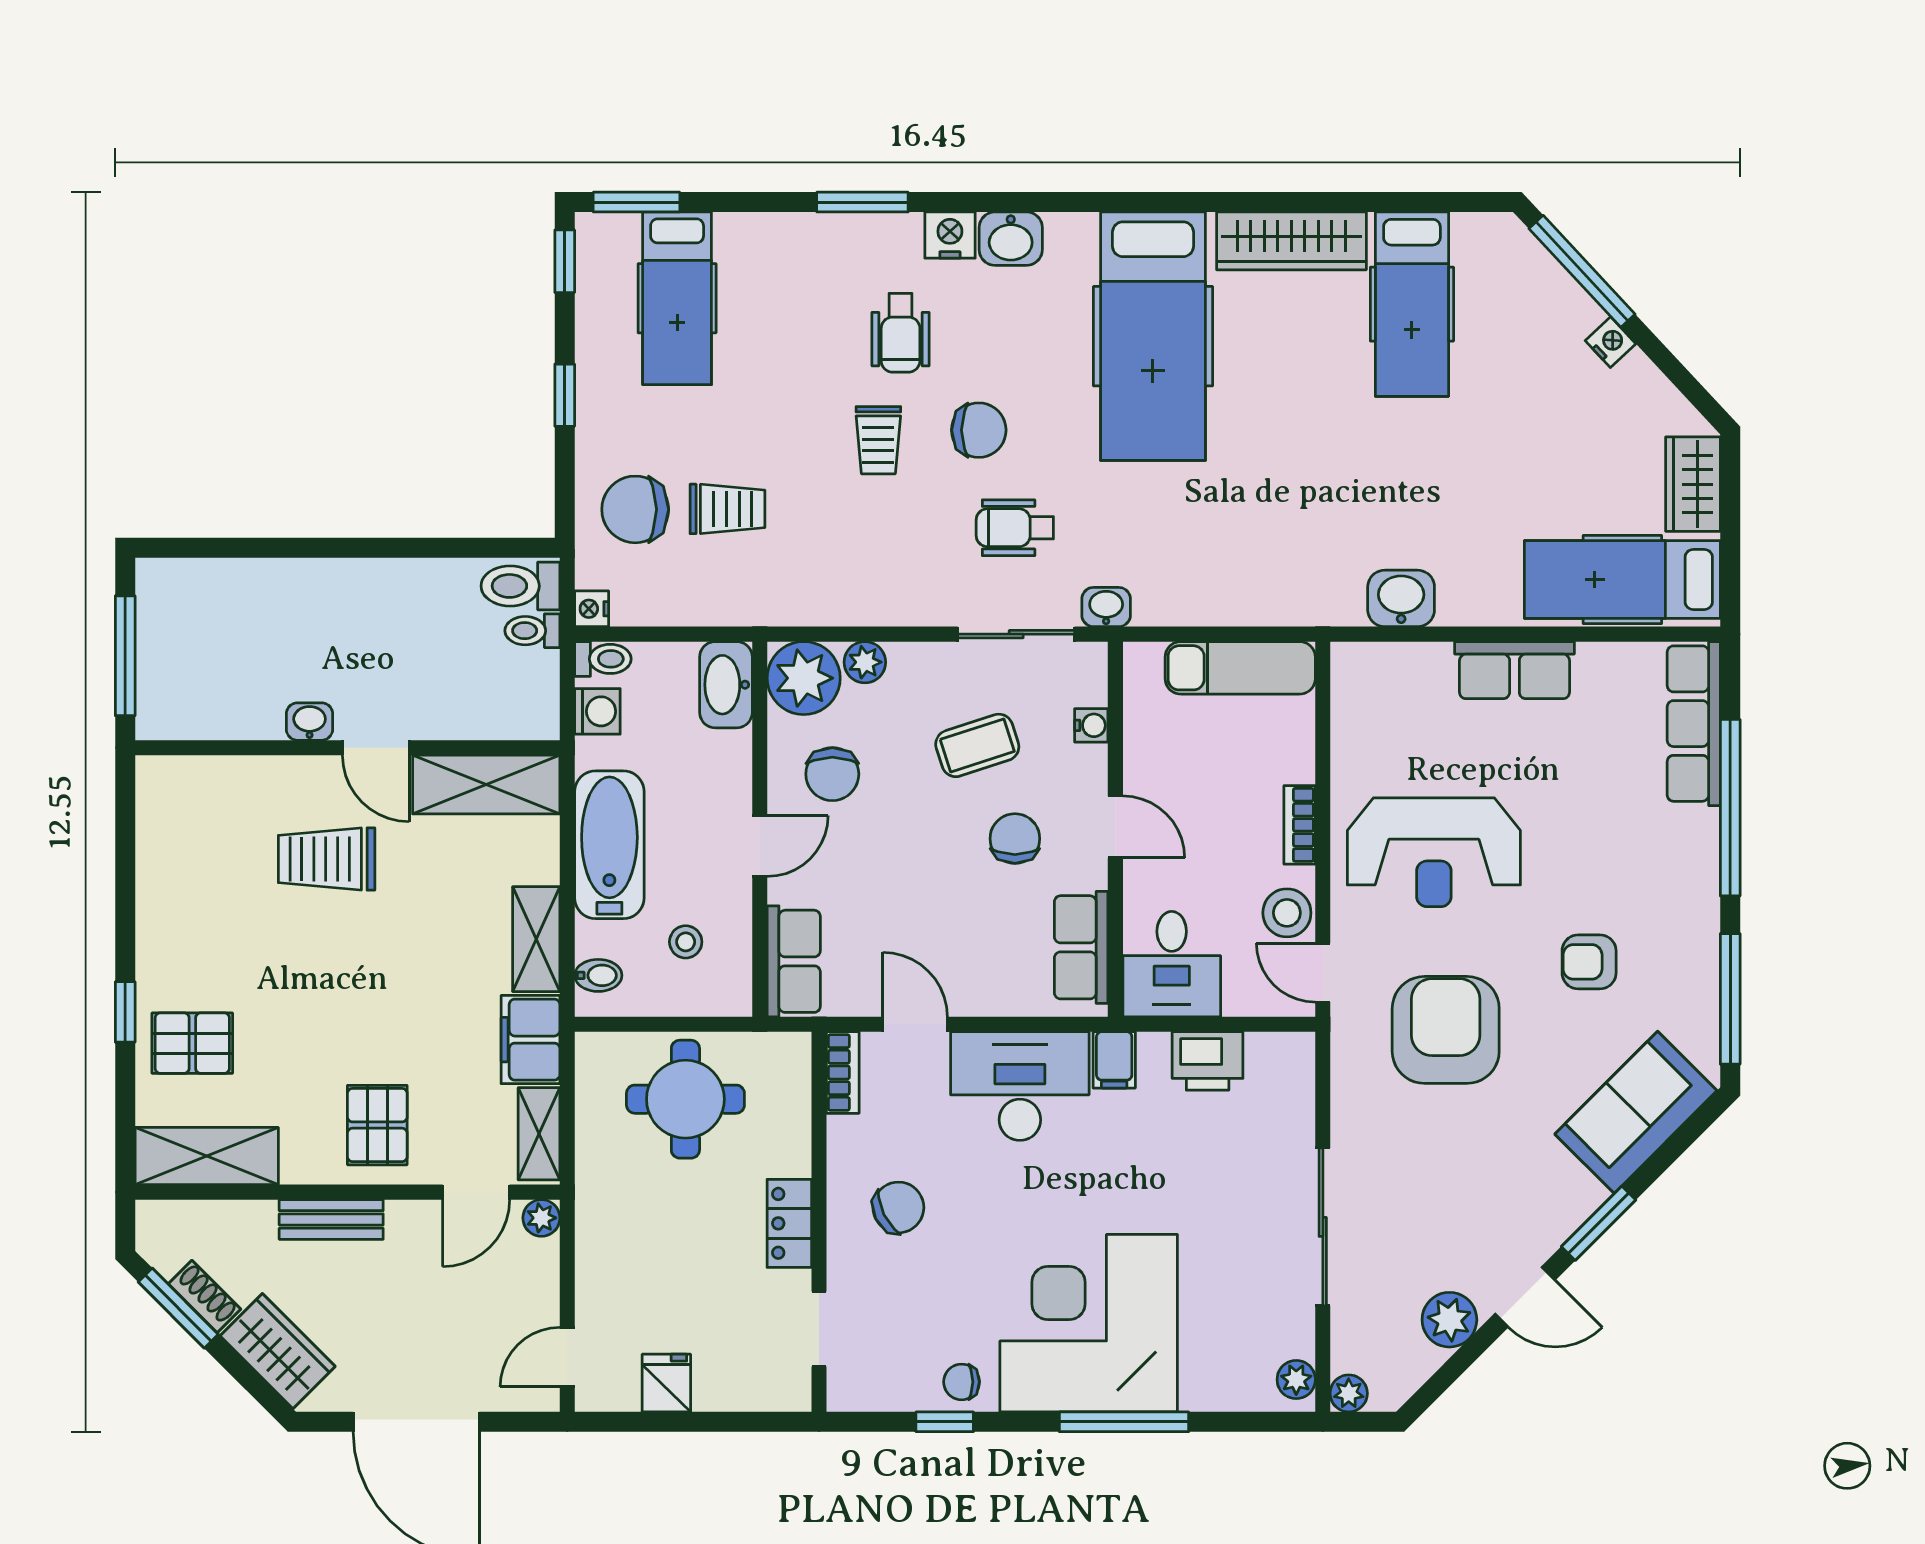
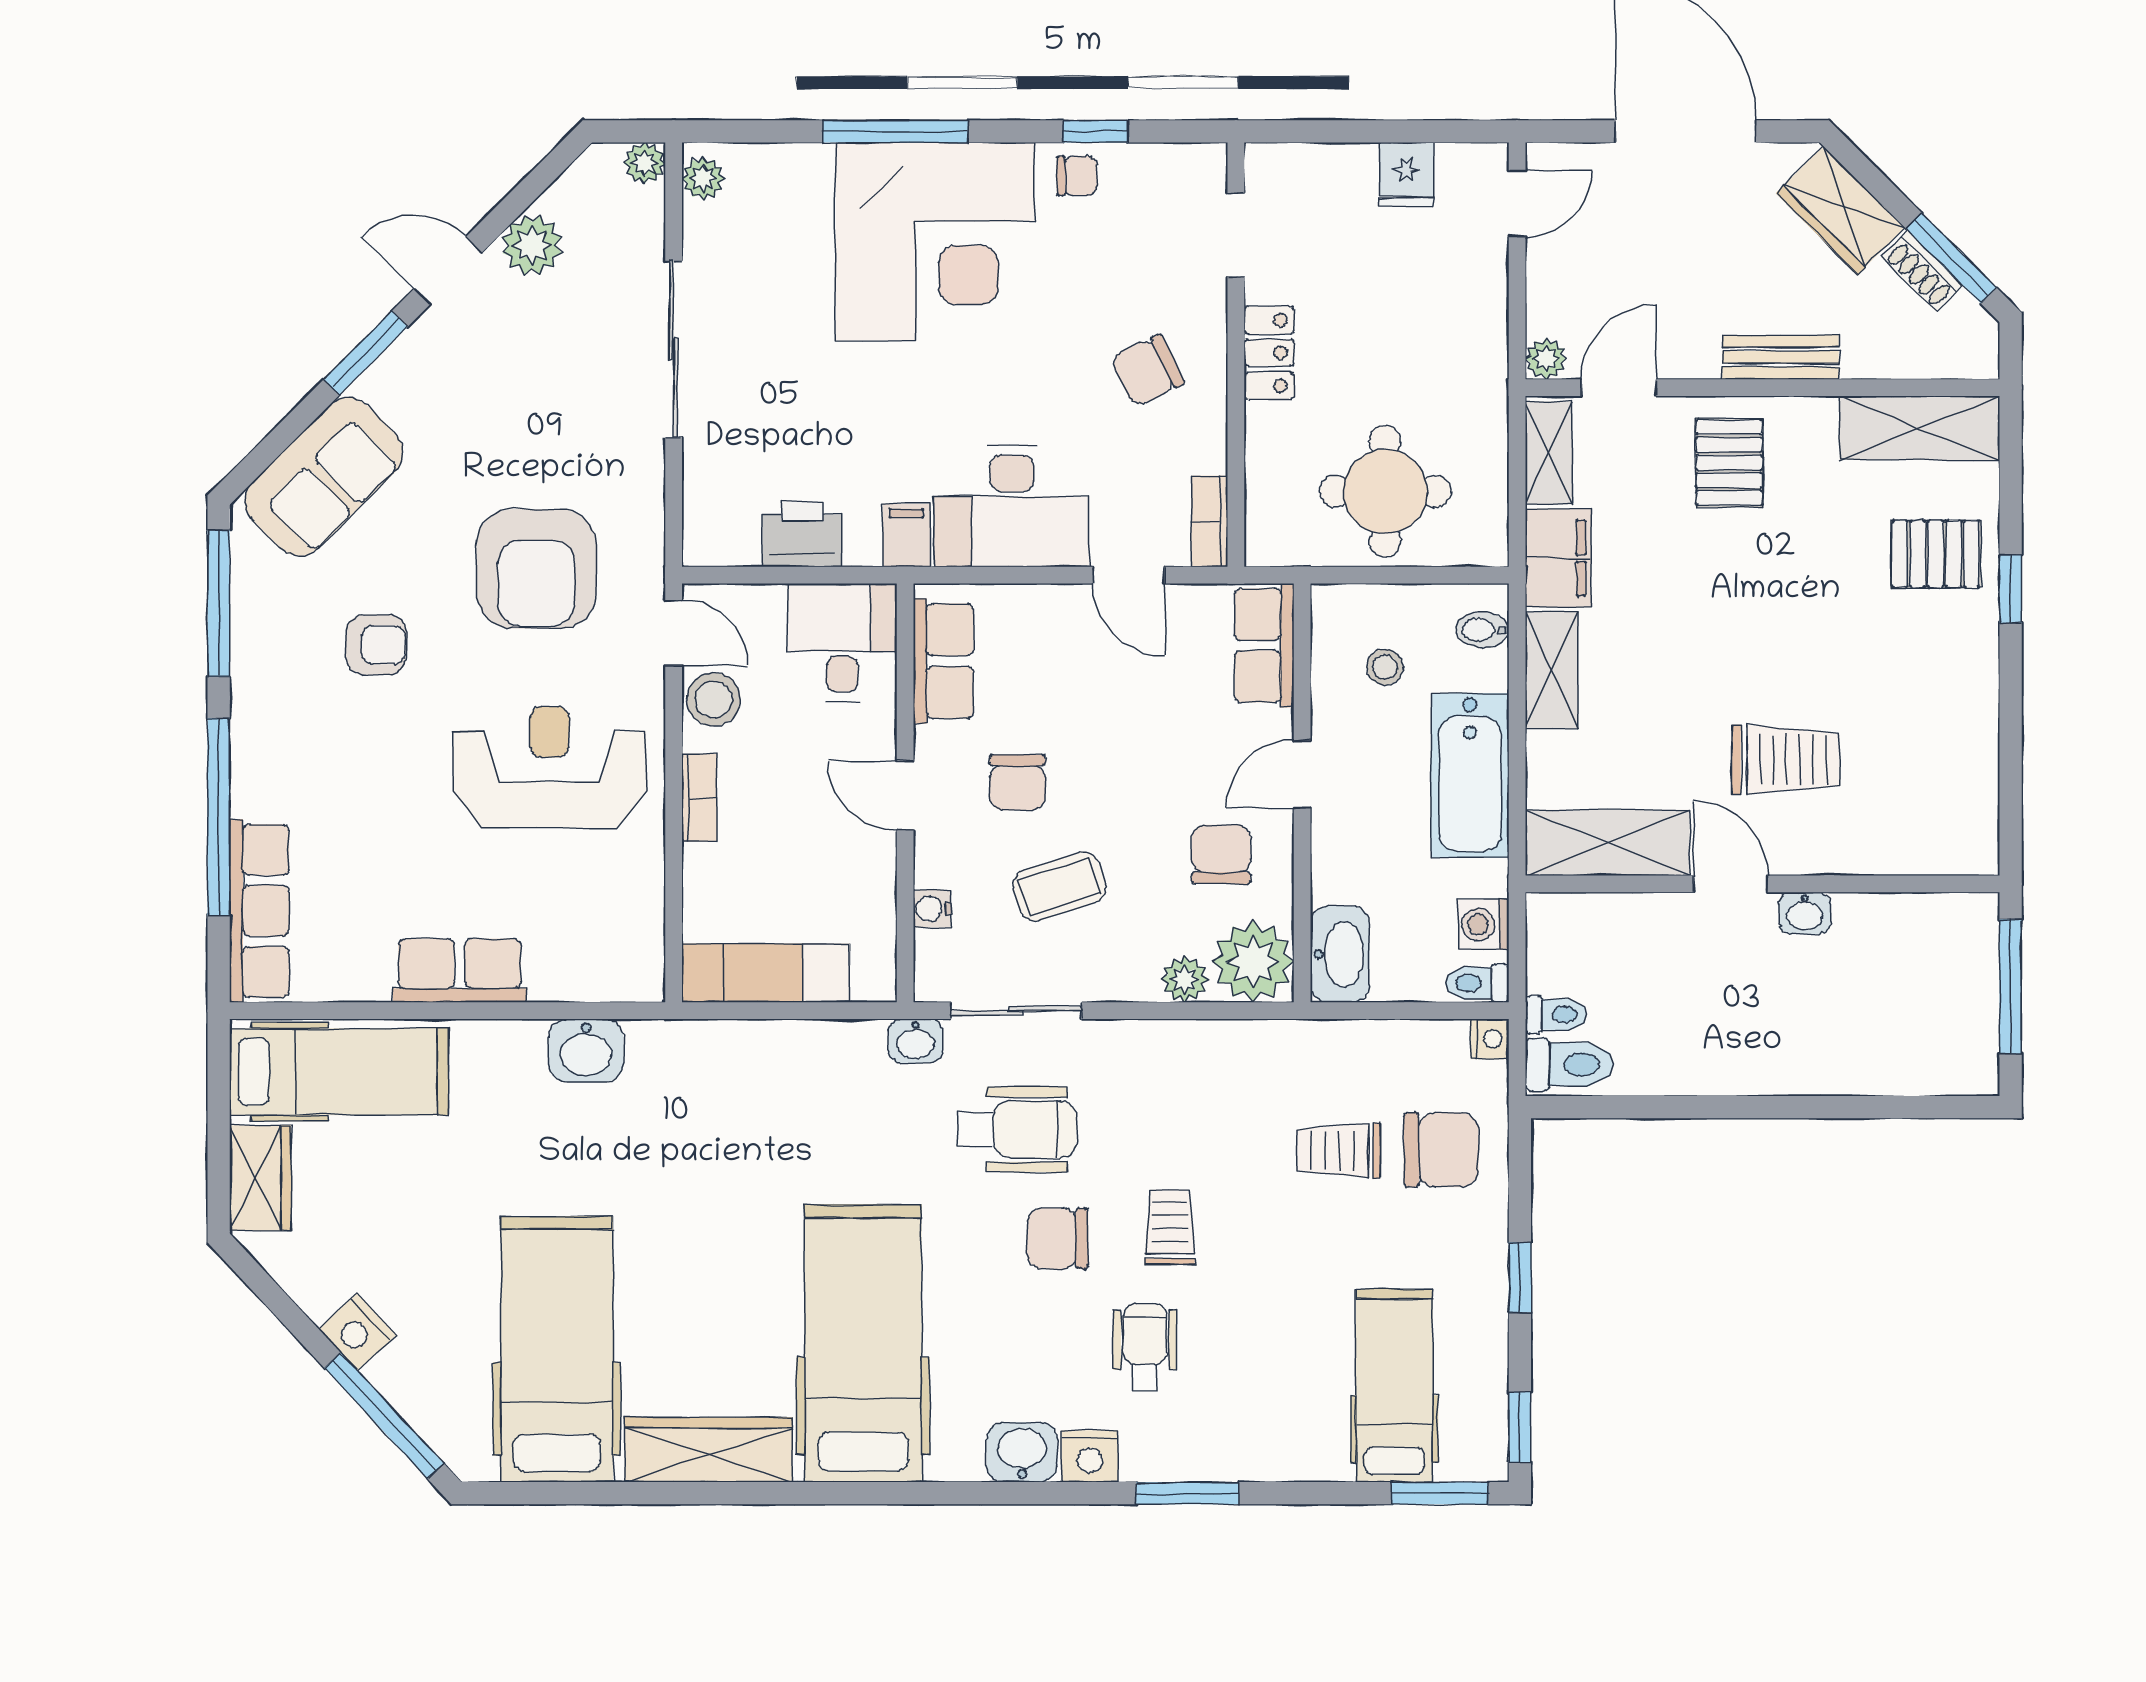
hospital bed: (1412, 304) -> (557, 1349), width x1.37, depth x1.29
nightstand: (1611, 342) -> (357, 1332), width x1.39, depth x1.35
wheelchair: (1015, 528) -> (1017, 1129), width x1.36, depth x1.37

